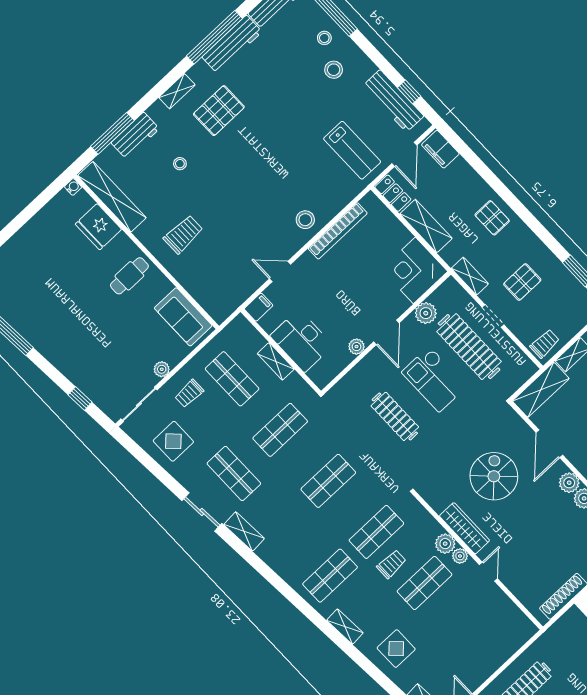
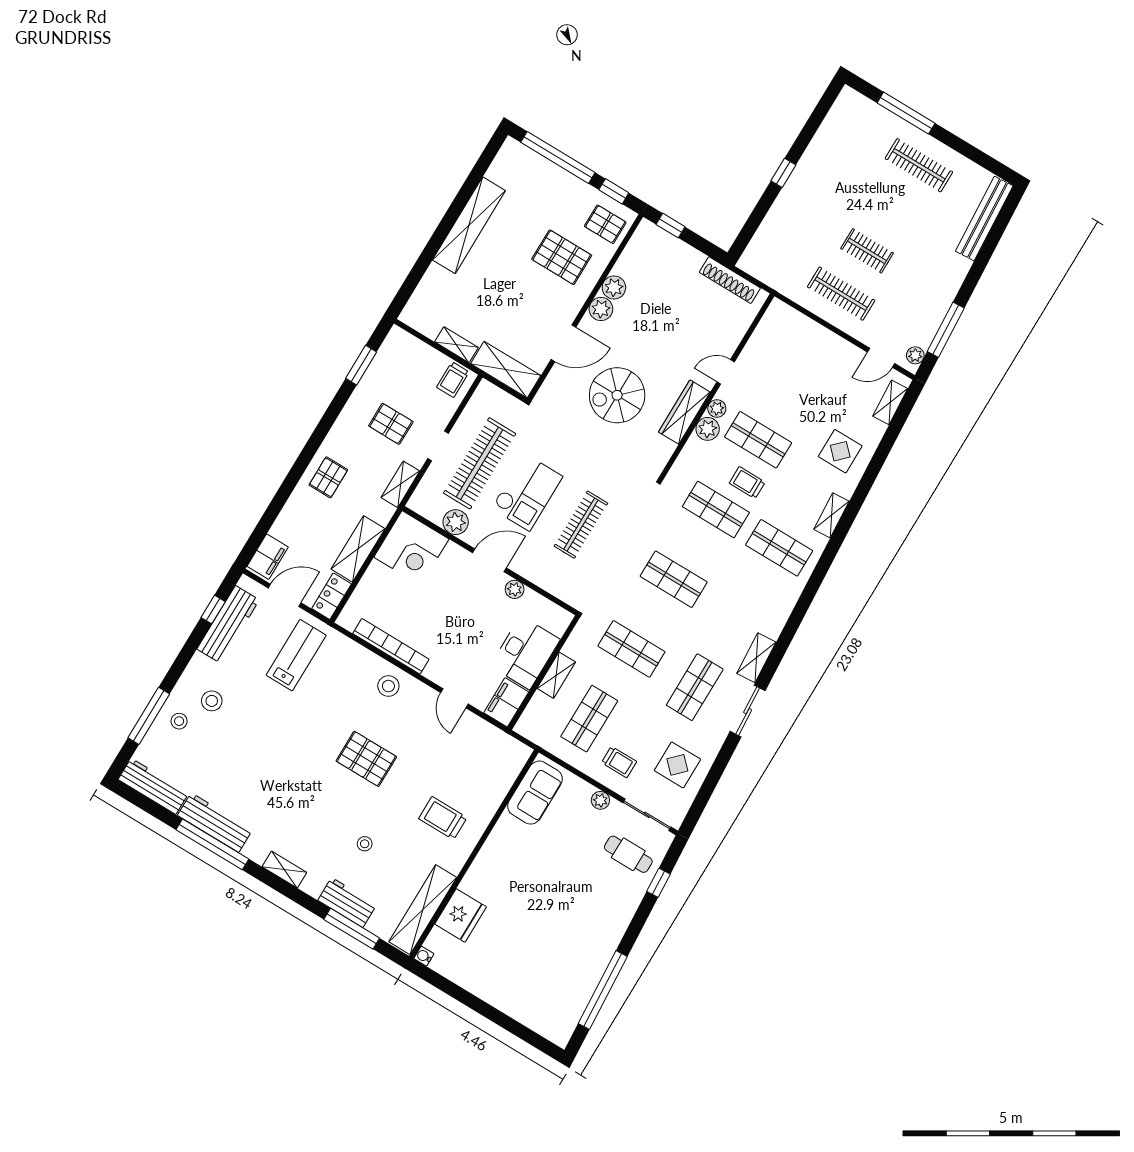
pallet: (219, 111) -> (366, 759), moved
cafe table: (129, 276) -> (628, 854), moved
filing cabinet: (259, 307) -> (506, 702), width x2.00
trolley: (545, 344) -> (453, 380), turned -90

